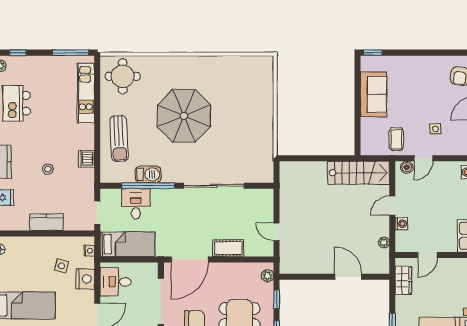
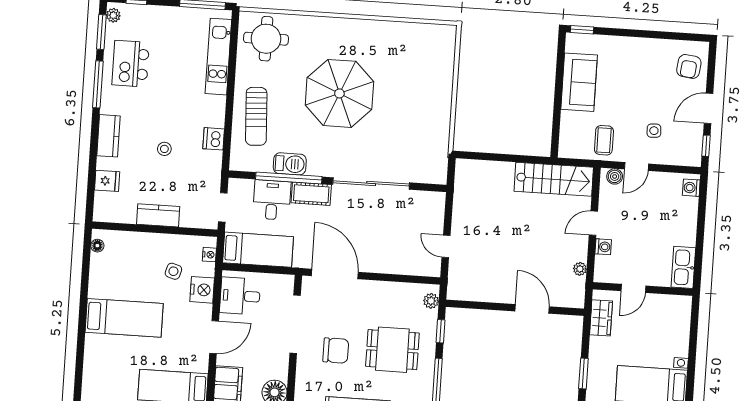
cot: (228, 248) -> (311, 194), moved
door: (190, 259) -> (335, 274), swing flipped

